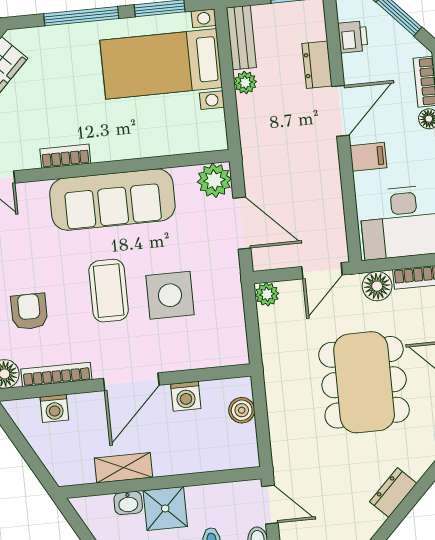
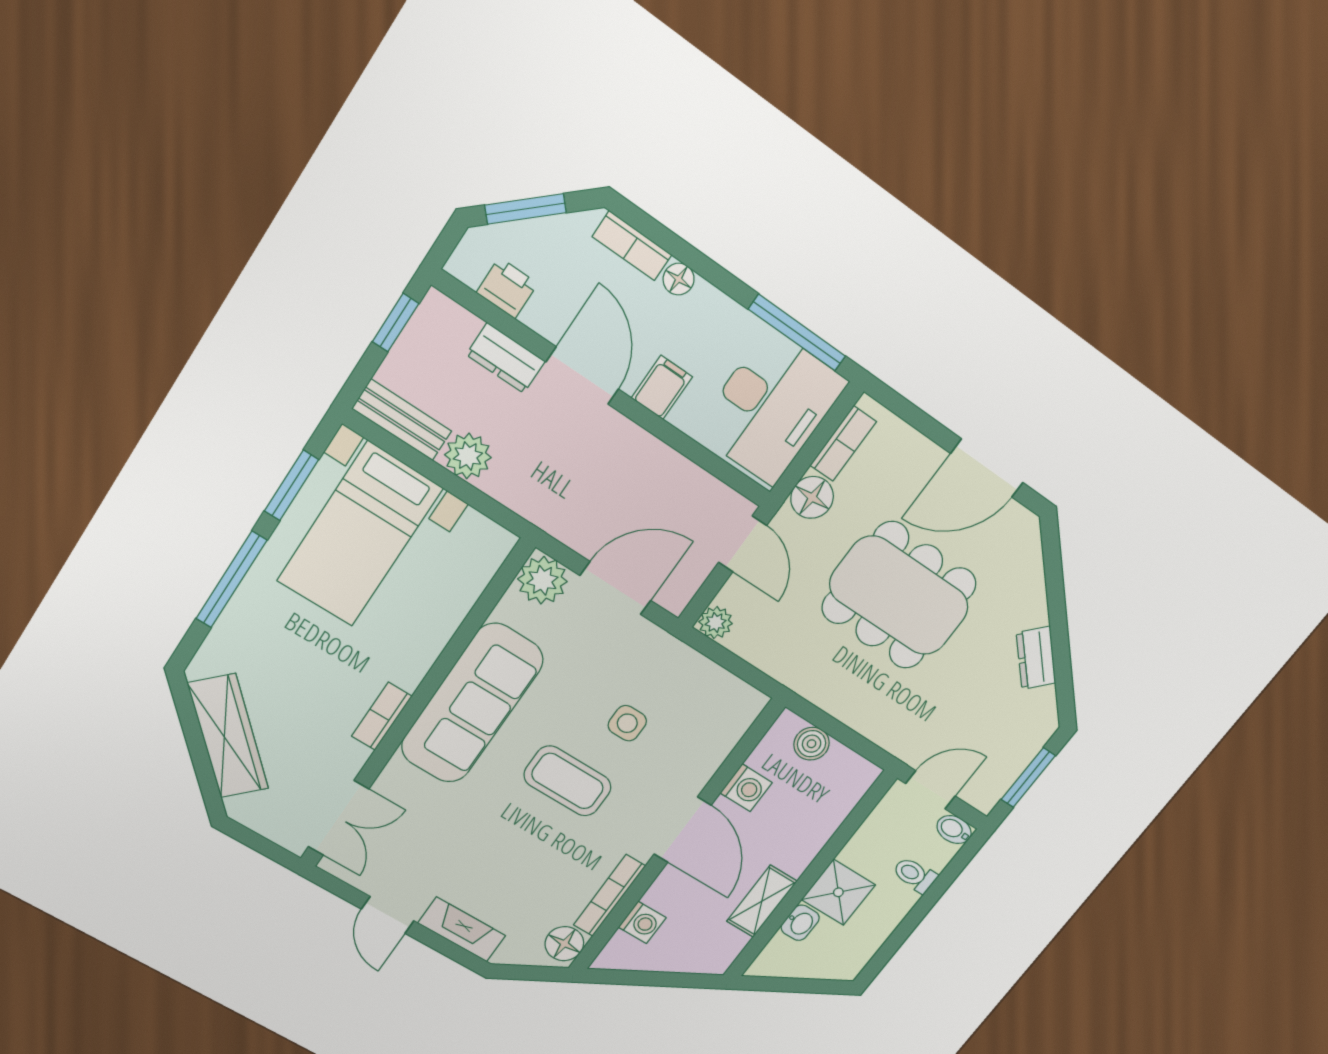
plant: (245, 83) -> (468, 456), width x1.38, depth x1.38
side table: (170, 295) -> (627, 723), width x0.54, depth x0.54
armchair: (29, 311) -> (520, 874), removed

